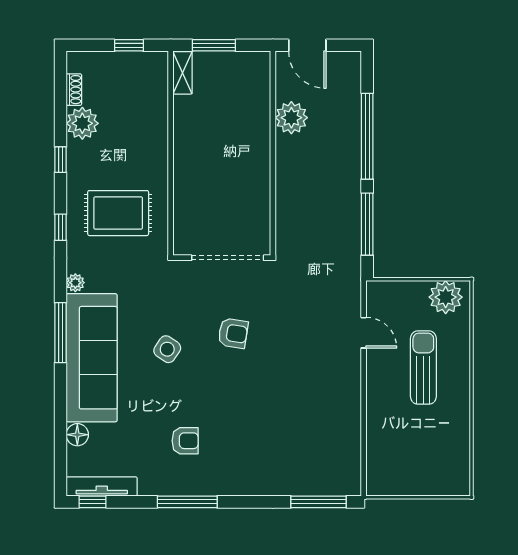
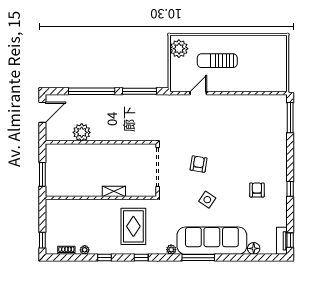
window: (129, 45) -> (42, 240), moved
door: (307, 45) -> (42, 112), moved
shelving: (182, 73) -> (114, 191), moved
plant: (82, 123) -> (85, 250), width x0.53, depth x0.53
tv unit: (102, 487) -> (282, 241), width x0.71
window: (187, 502) -> (290, 189), width x0.46

